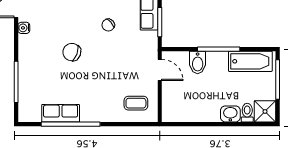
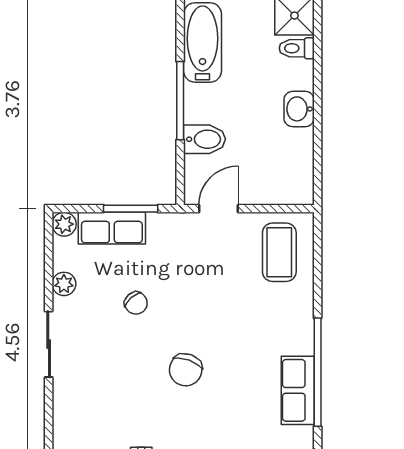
coffee table: (136, 103) -> (279, 252), width x1.36, depth x1.30
washbasin: (230, 114) -> (299, 109), moved

